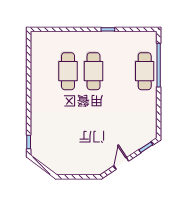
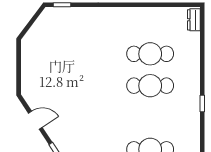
dresser: (41, 36) -> (194, 20), added

